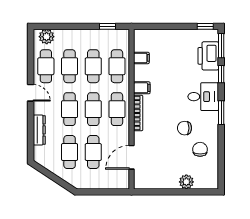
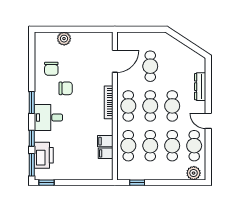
filing cabinet: (142, 88) -> (105, 141), moved
cafe table: (70, 152) -> (172, 66), removed

